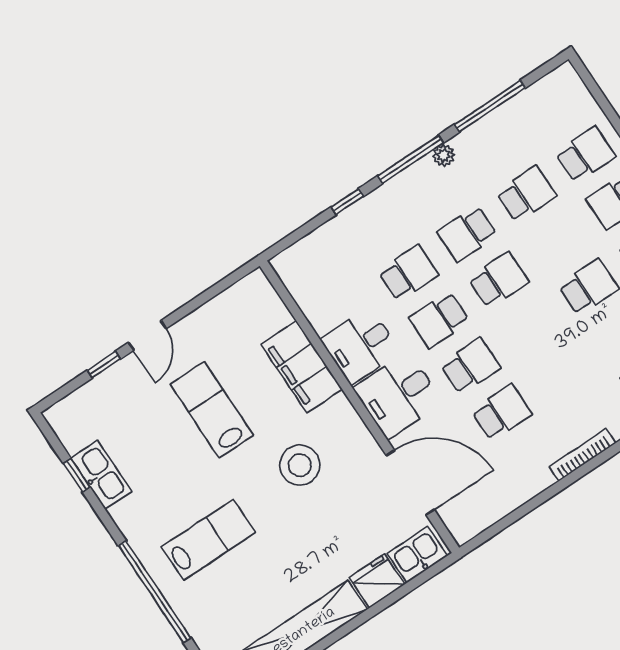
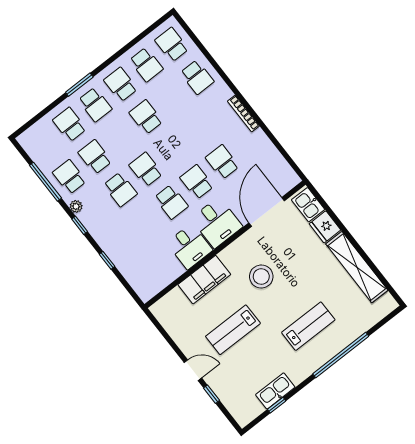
window: (411, 159) -> (80, 225), width x0.46
school desk: (408, 273) -> (69, 177), moved
lab bench: (208, 540) -> (308, 326), turned 90

